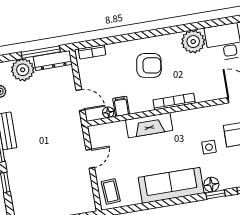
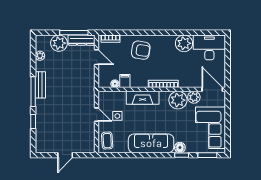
armchair: (149, 65) -> (141, 50), moved
door: (80, 100) -> (97, 57), moved
plant: (219, 113) -> (194, 97), added
plant: (198, 120) -> (178, 100), added
side table: (209, 147) -> (117, 116), moved
door: (90, 159) -> (97, 115), hinge flipped

